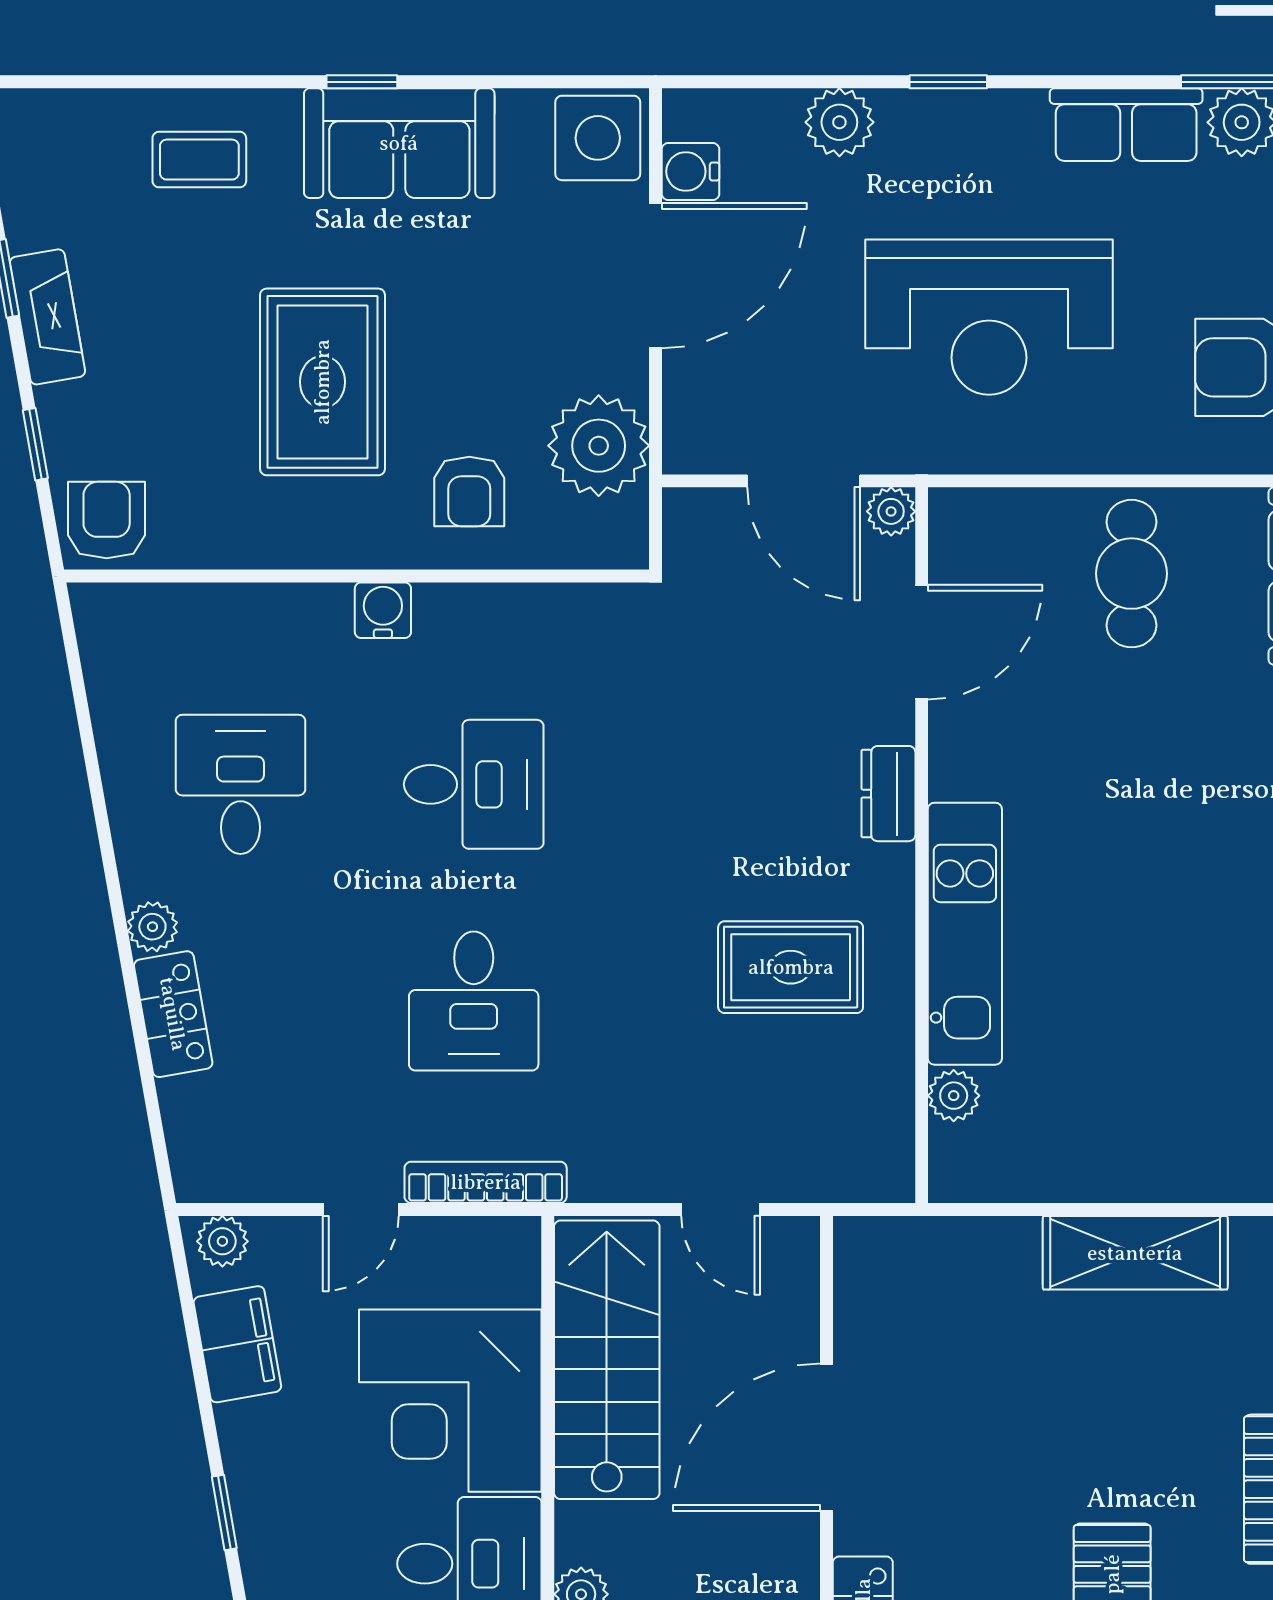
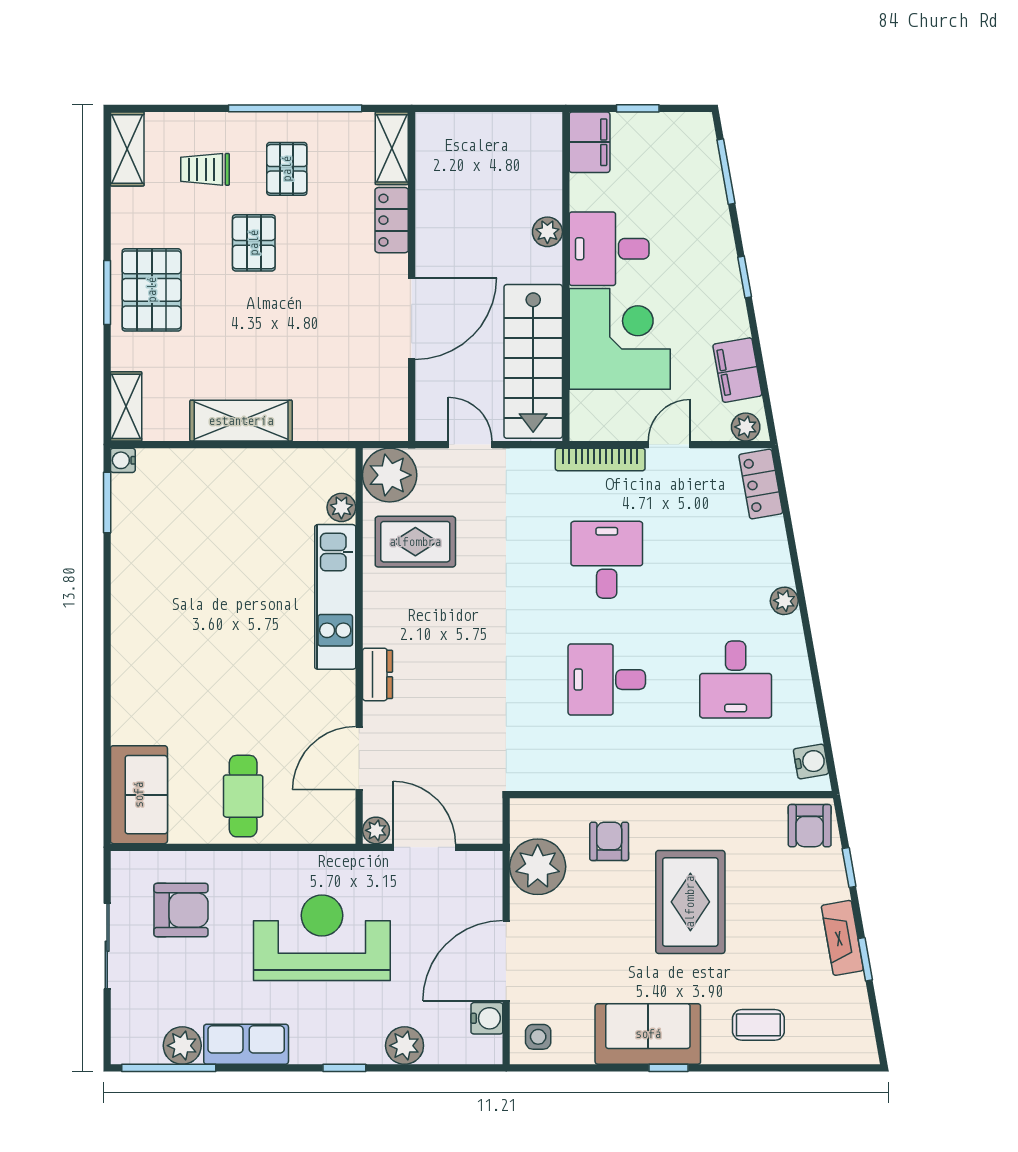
side table: (598, 138) -> (538, 1037), width x0.54, depth x0.54
water cooler: (383, 610) -> (811, 761), moved, turned -100
rug: (791, 967) -> (415, 542), moved
locker: (173, 1014) -> (761, 484), moved
plant: (866, 1154) -> (390, 475), added

